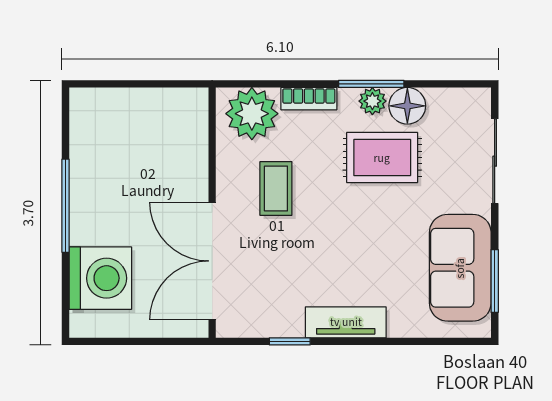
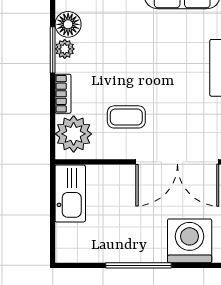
kitchen sink: (167, 109) -> (70, 193), added
rug: (382, 158) -> (104, 42), removed

